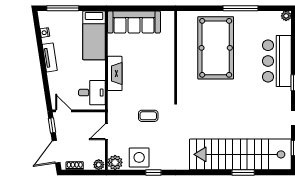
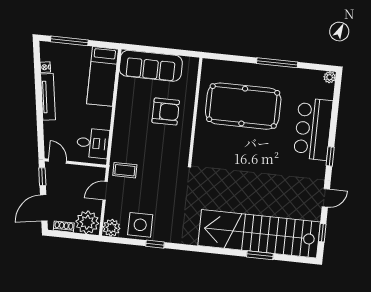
pool table: (216, 48) -> (243, 106), turned 90
tv unit: (50, 57) -> (48, 97), width x1.41
armchair: (151, 59) -> (166, 111), added
fireplace: (115, 73) -> (122, 124), removed
coffee table: (148, 116) -> (125, 170), moved
plant: (99, 165) -> (87, 222), width x1.88, depth x1.88

